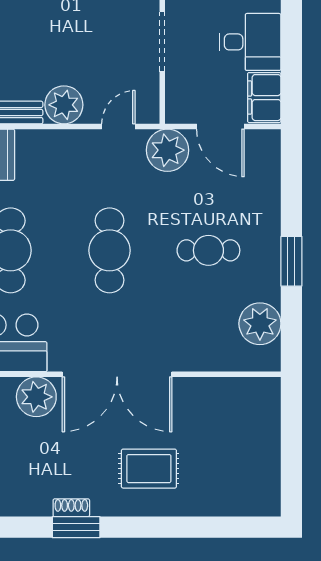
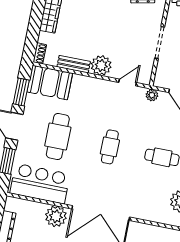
plant: (167, 150) -> (152, 95), width x0.53, depth x0.53
cafe table: (110, 250) -> (110, 147), width x0.73, depth x0.74

